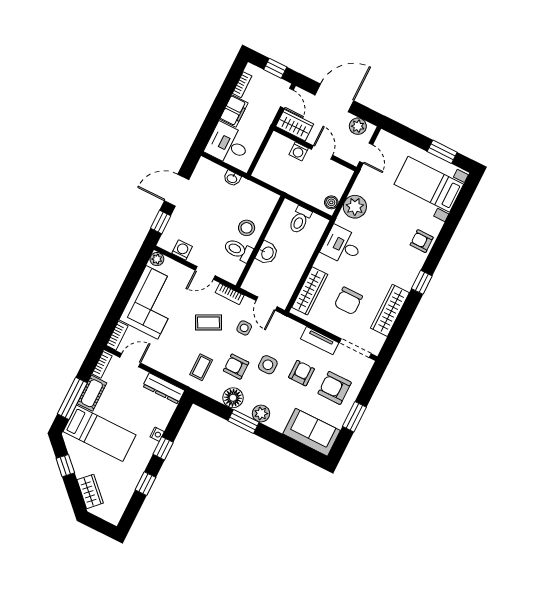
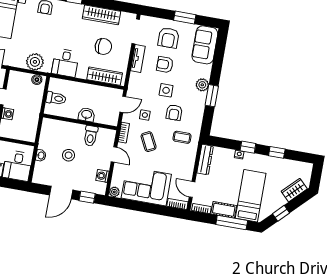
door: (177, 190) -> (61, 192), hinge flipped
stool: (247, 228) -> (69, 155), moved
floor lamp: (233, 398) -> (197, 108), removed

